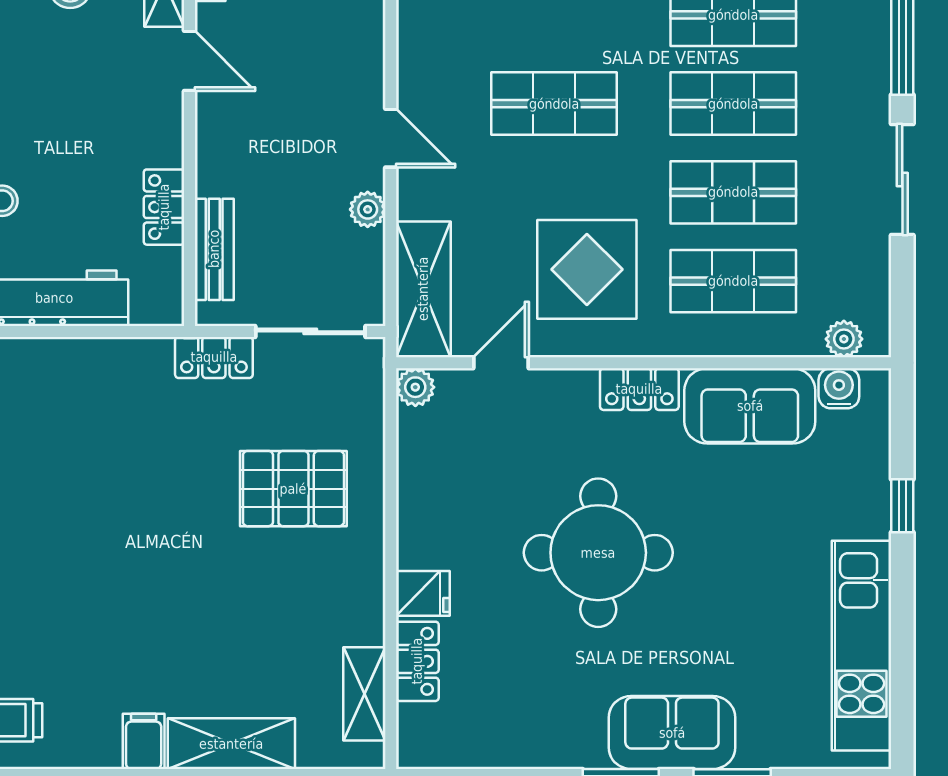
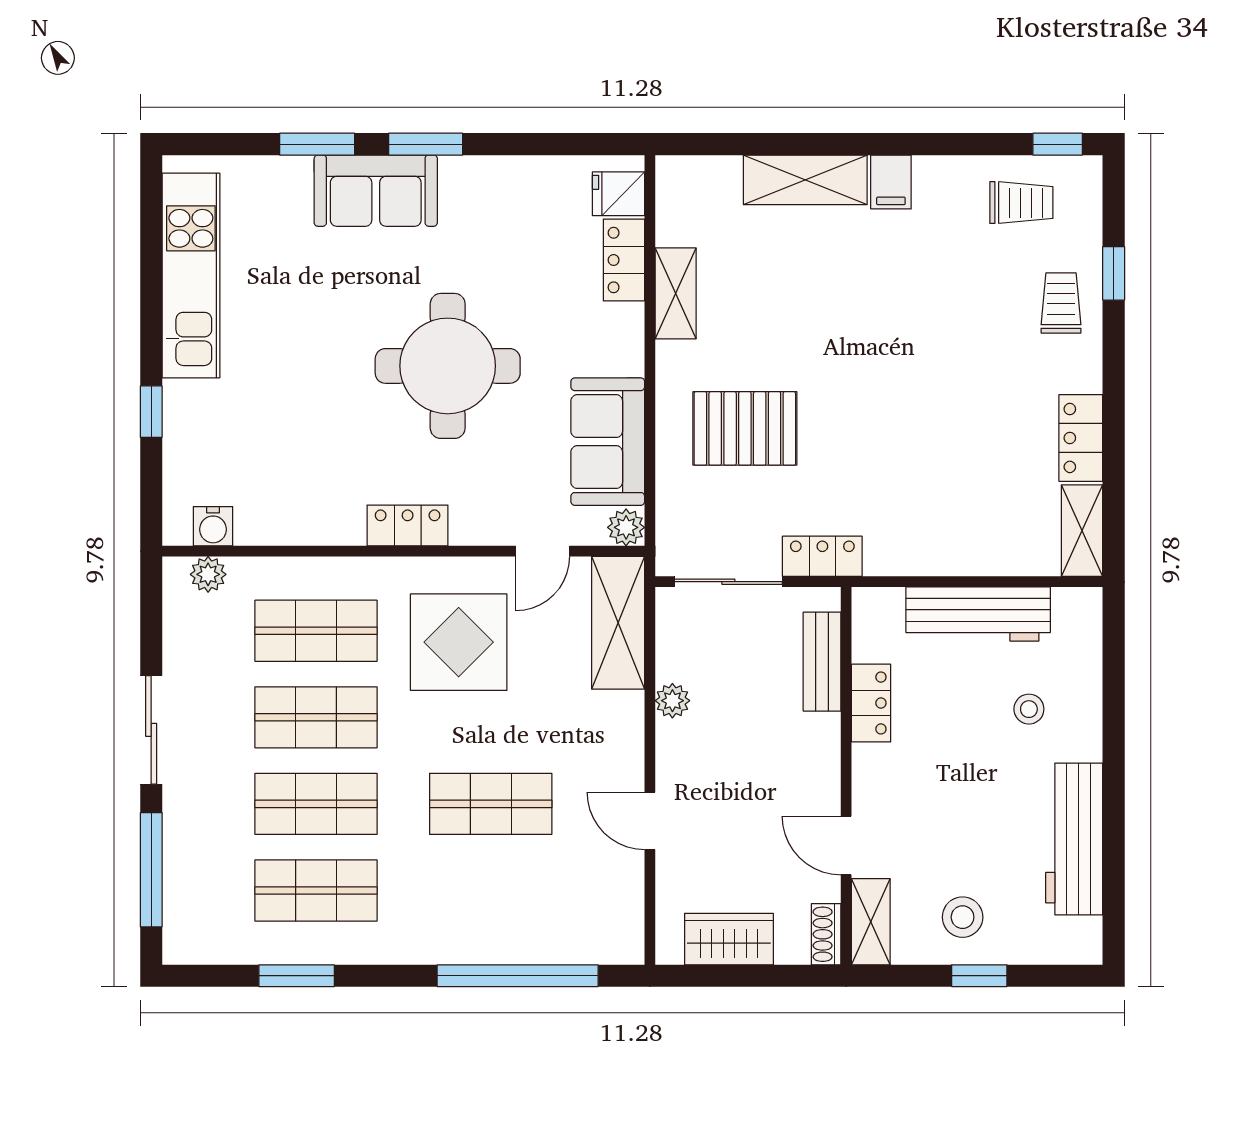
door: (391, 138) -> (650, 821), moved
sofa: (750, 406) -> (608, 442), moved, turned -90
fridge: (423, 593) -> (619, 194), moved
shelving: (364, 694) -> (676, 293), moved

